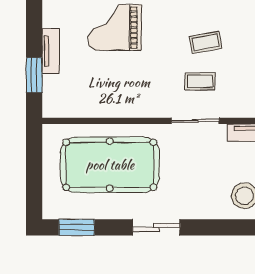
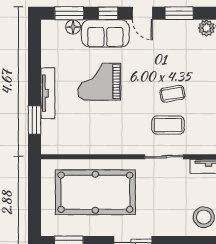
tv unit: (51, 51) -> (48, 93), width x1.41
coffee table: (200, 81) -> (168, 125), width x1.36, depth x1.30

